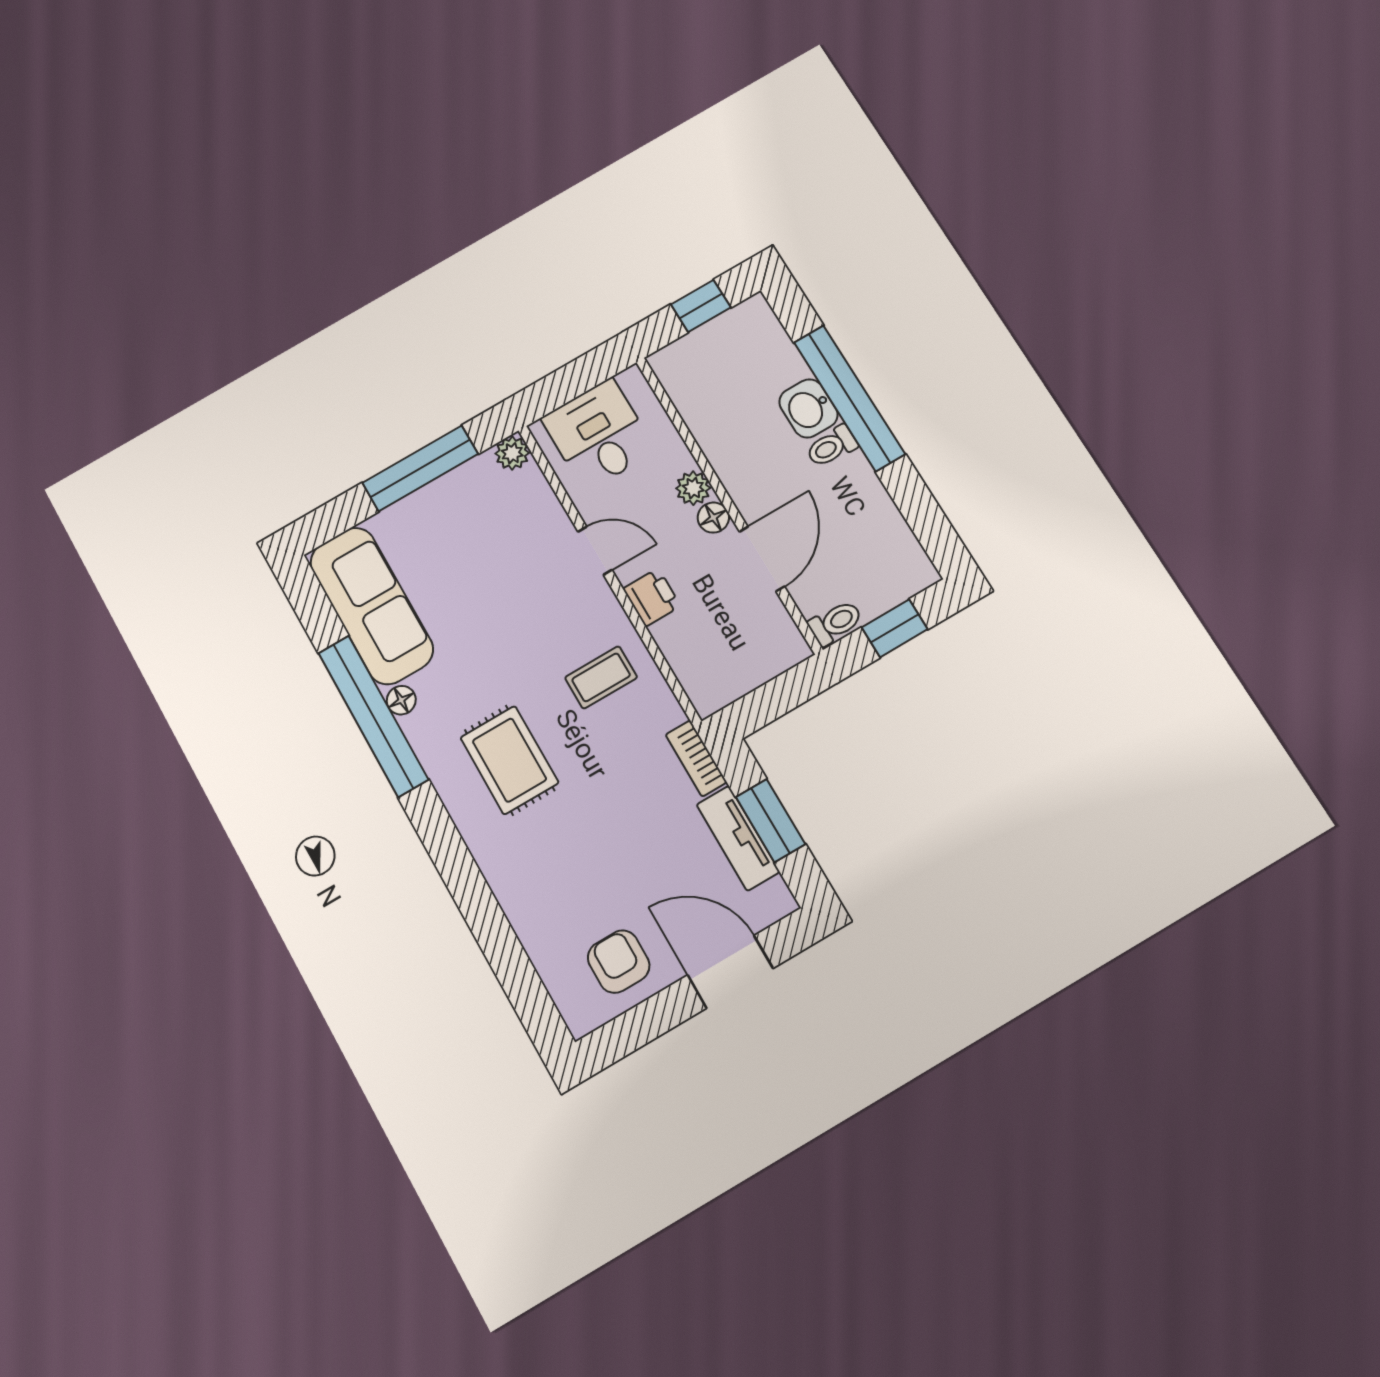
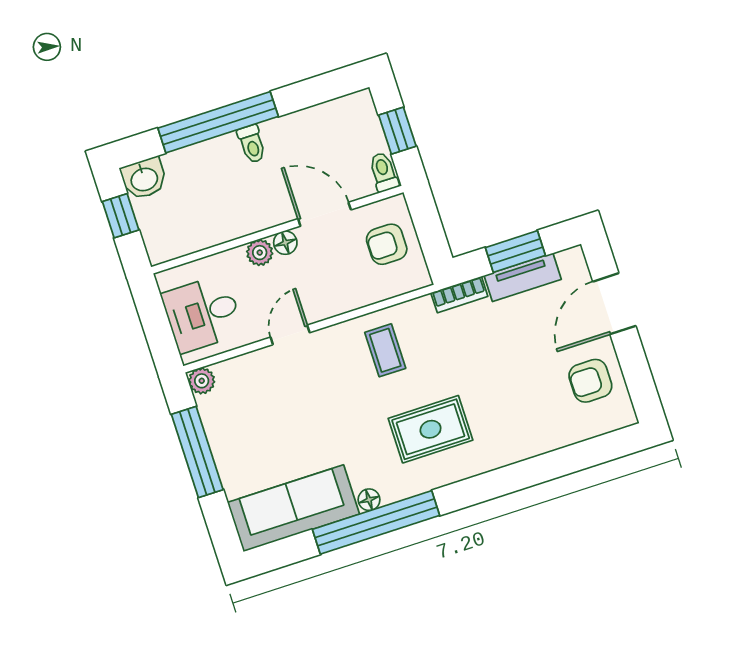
washbasin: (808, 408) -> (144, 178), moved
printer: (652, 597) -> (335, 301), removed
armchair: (741, 648) -> (387, 244), added

